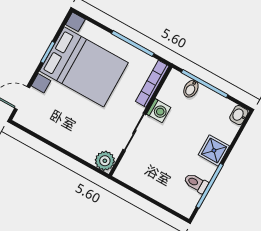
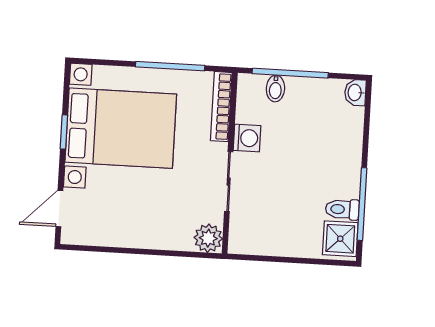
shower: (214, 150) -> (340, 239), moved

